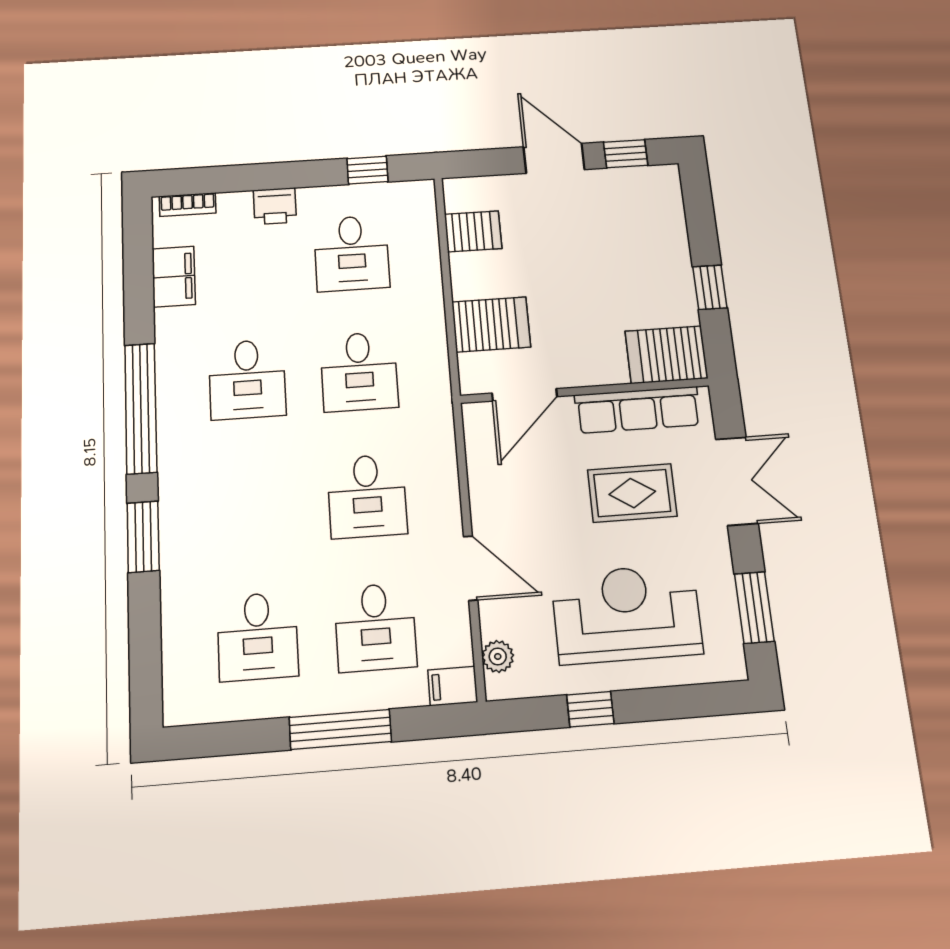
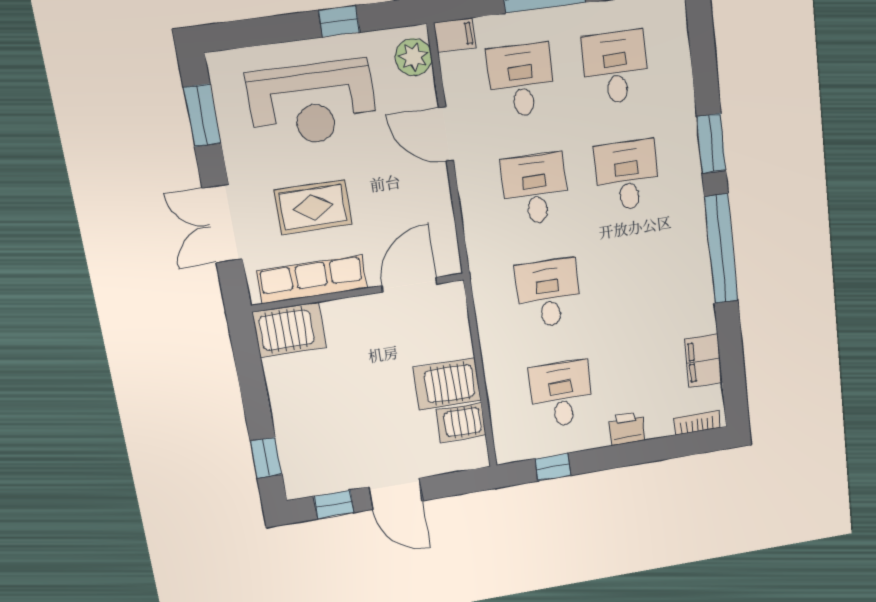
window: (710, 287) -> (266, 458), moved
server rack: (491, 324) -> (447, 384), moved
desk: (247, 379) -> (627, 176), moved
plant: (498, 656) -> (413, 57), width x1.38, depth x1.38

